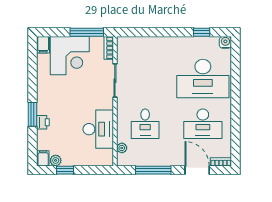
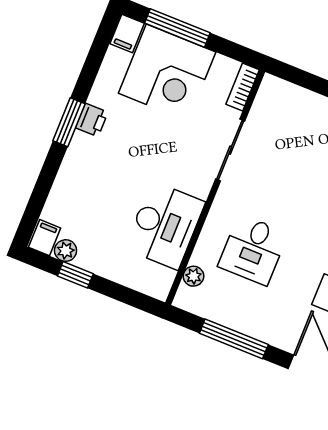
window: (87, 32) -> (177, 28), moved
window: (32, 114) -> (69, 122), moved
printer: (43, 122) -> (92, 120), moved

